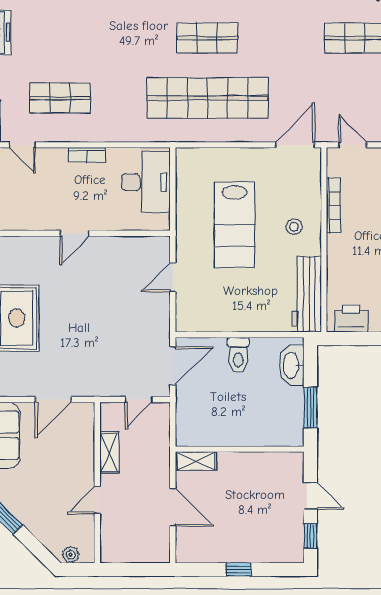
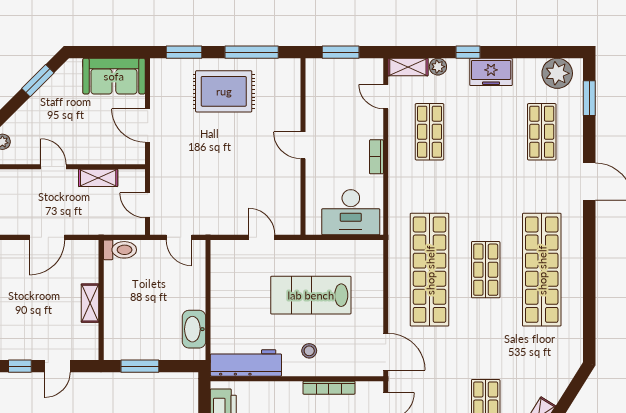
door: (22, 145) -> (386, 97), hinge flipped
toilet: (238, 355) -> (120, 250), moved, turned 180
washbasin: (292, 365) -> (194, 329), moved, turned -90
door: (173, 366) -> (179, 237), width x0.73
shelving: (196, 461) -> (90, 303), moved

